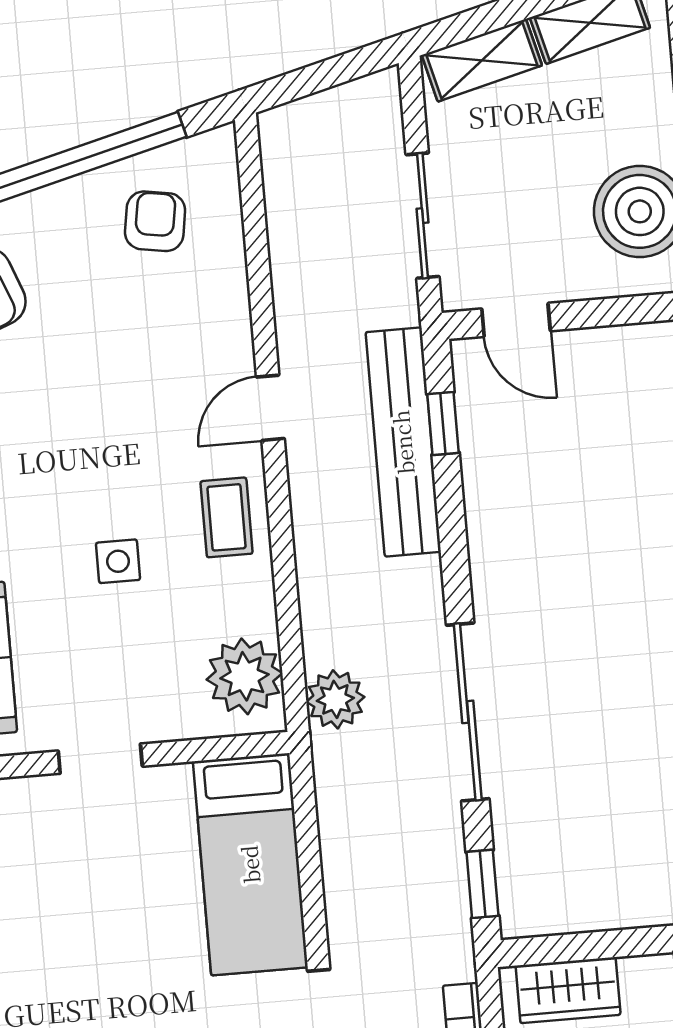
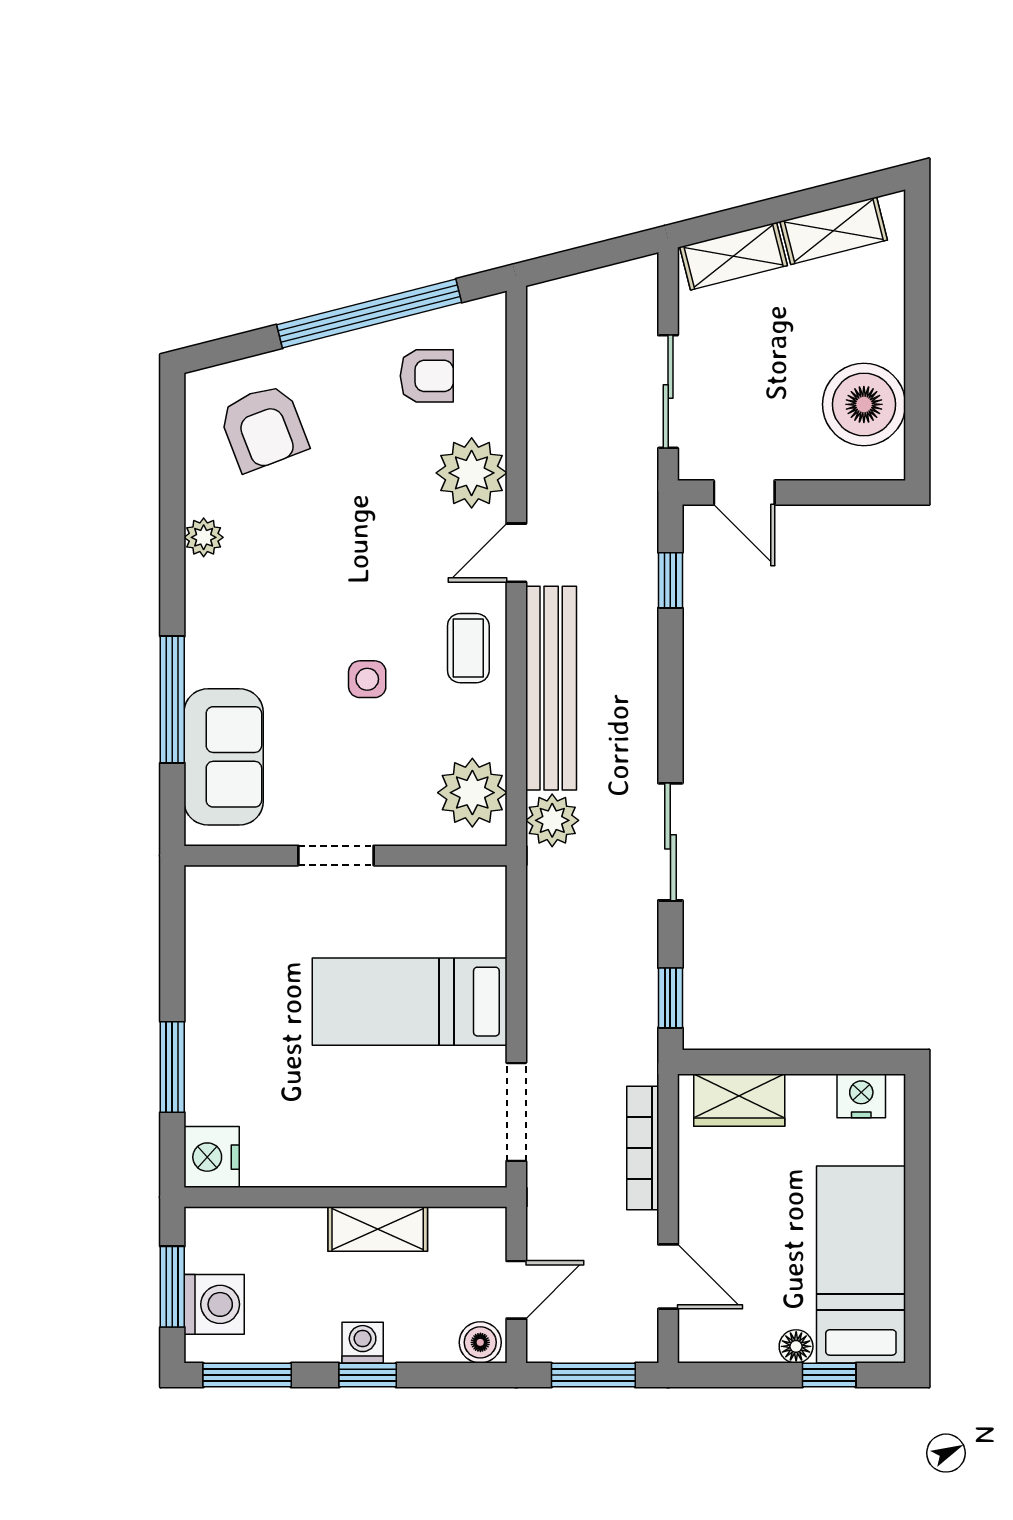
armchair: (155, 221) -> (427, 376), turned 81
plant: (213, 324) -> (472, 473), added
bench: (403, 442) -> (551, 688), moved
sliding door: (468, 712) -> (670, 842), width x0.73
bed: (250, 864) -> (410, 1002), moved, turned 90

